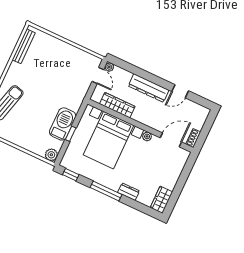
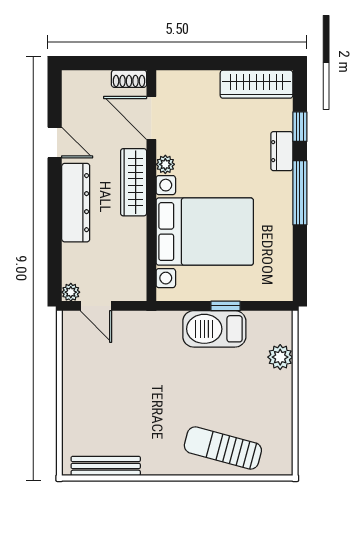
door: (98, 75) -> (96, 306), swing flipped
wardrobe: (117, 105) -> (134, 182), moved
plant: (51, 155) -> (280, 357), moved
window: (71, 175) -> (300, 127), moved
wardrobe: (161, 200) -> (256, 84), width x1.50

